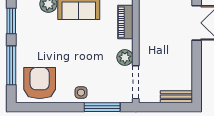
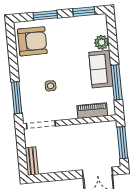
plant: (125, 57) -> (62, 113), removed
window: (11, 65) -> (45, 15), width x0.69
side table: (81, 93) -> (51, 86), moved

